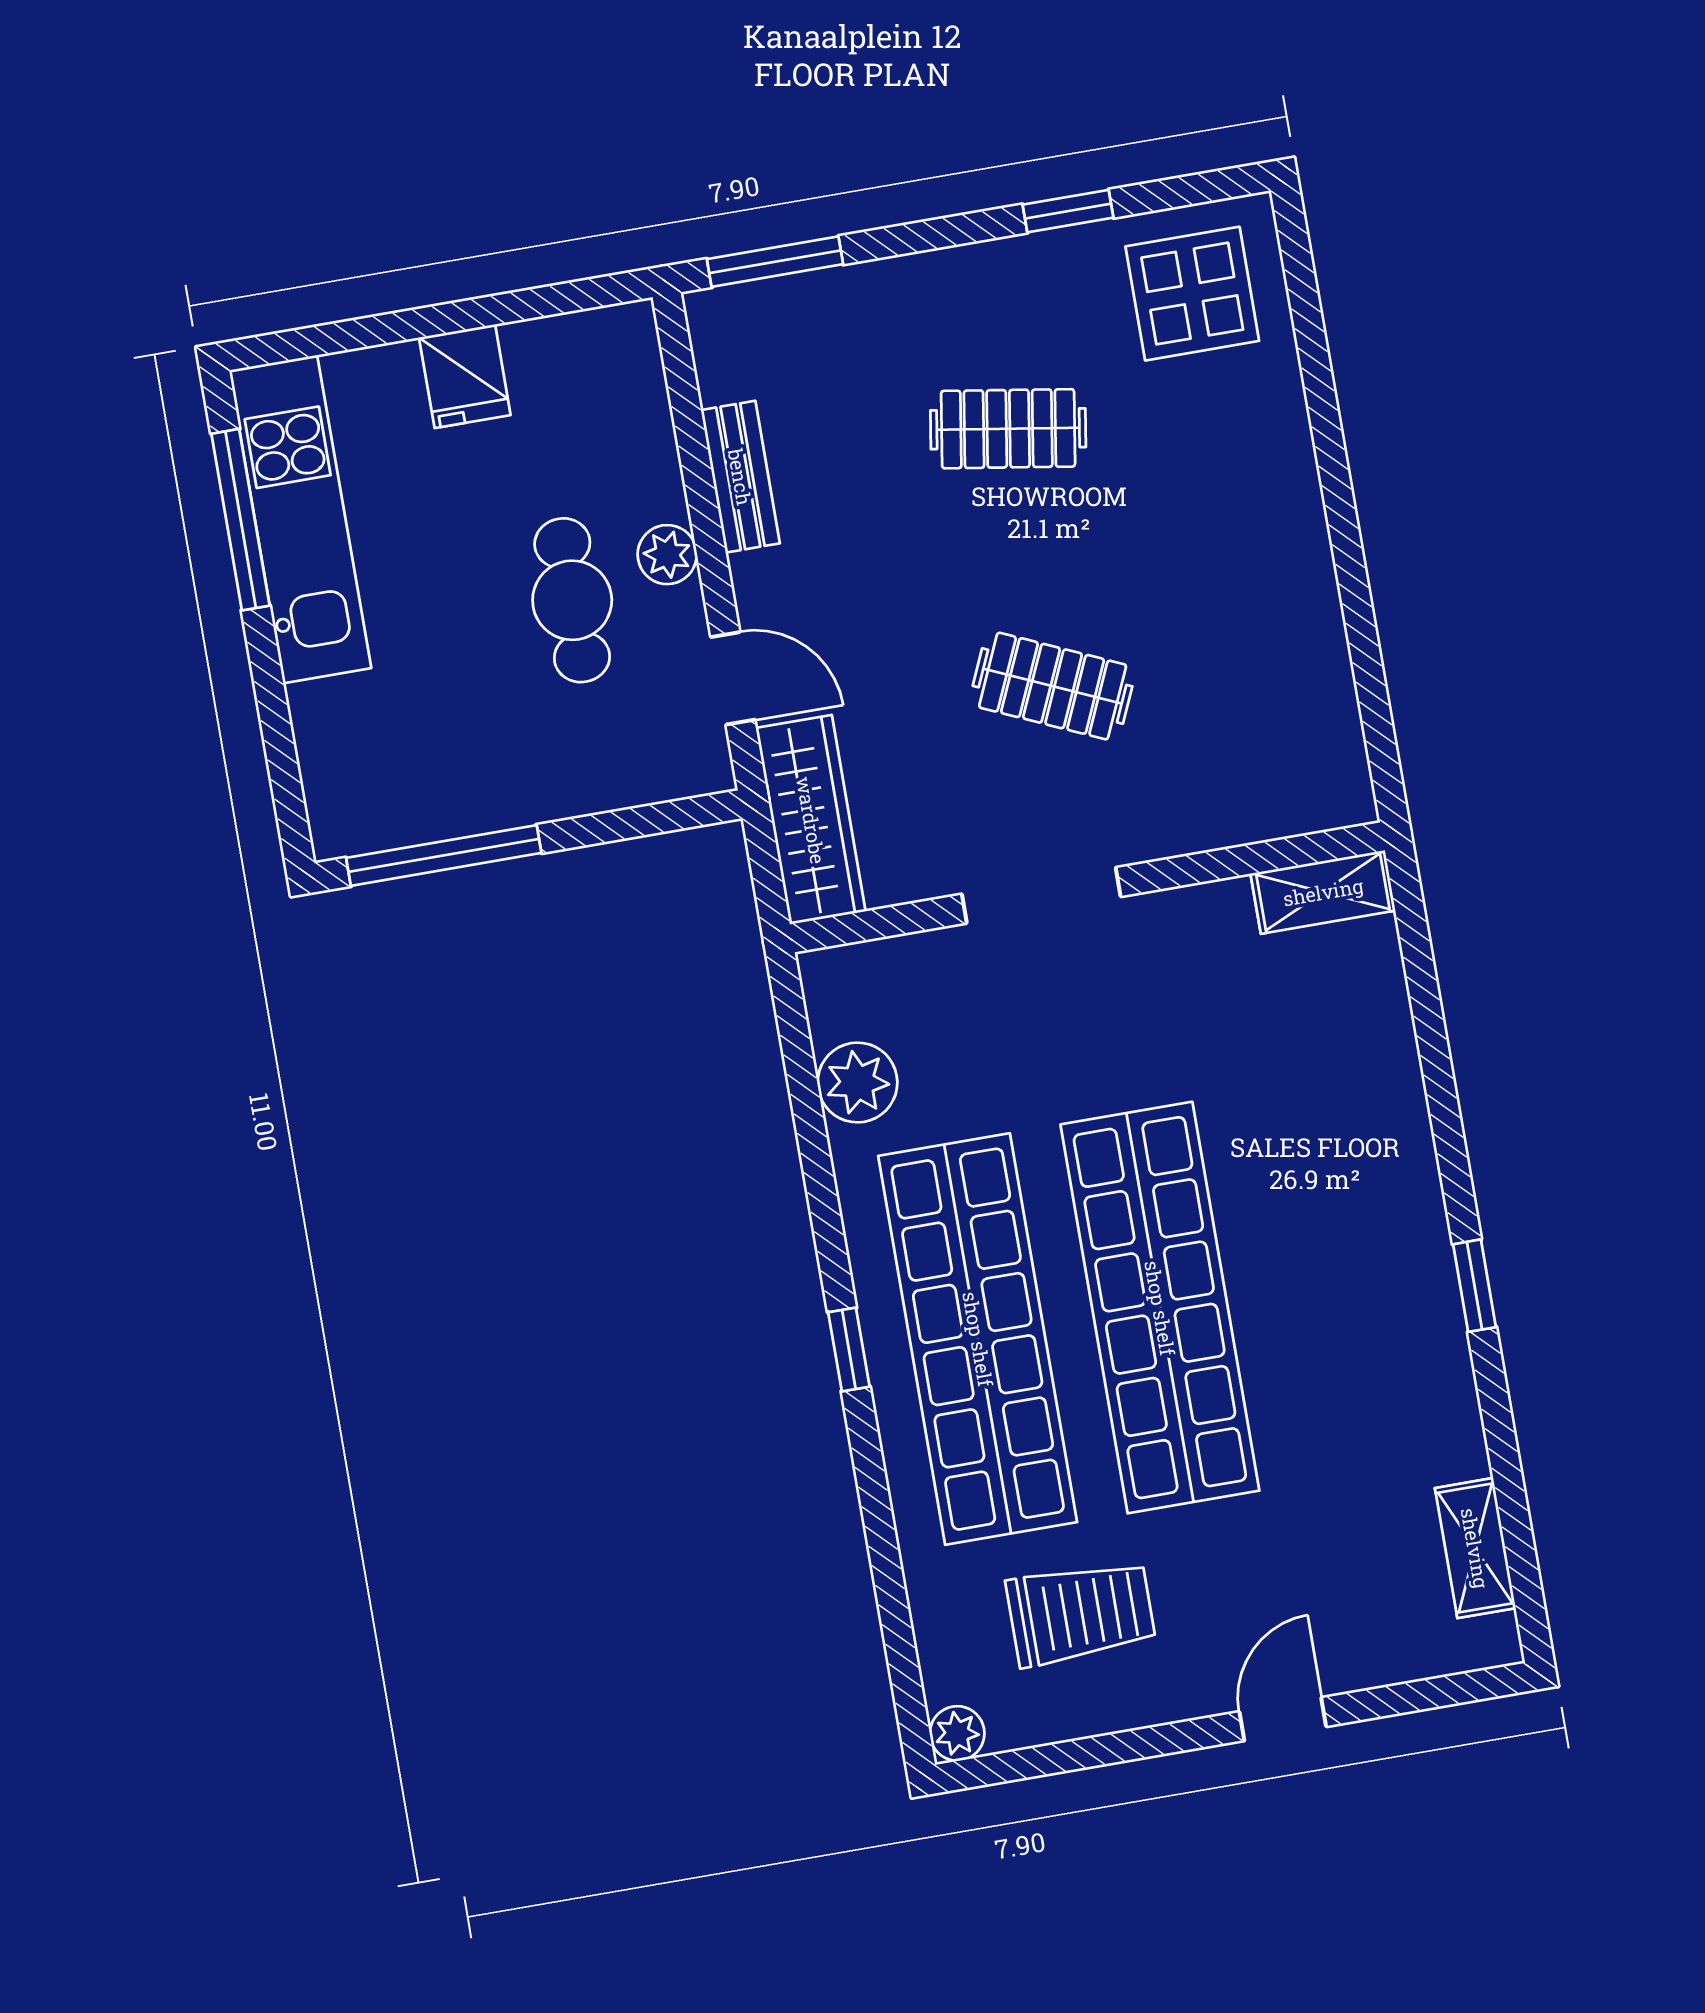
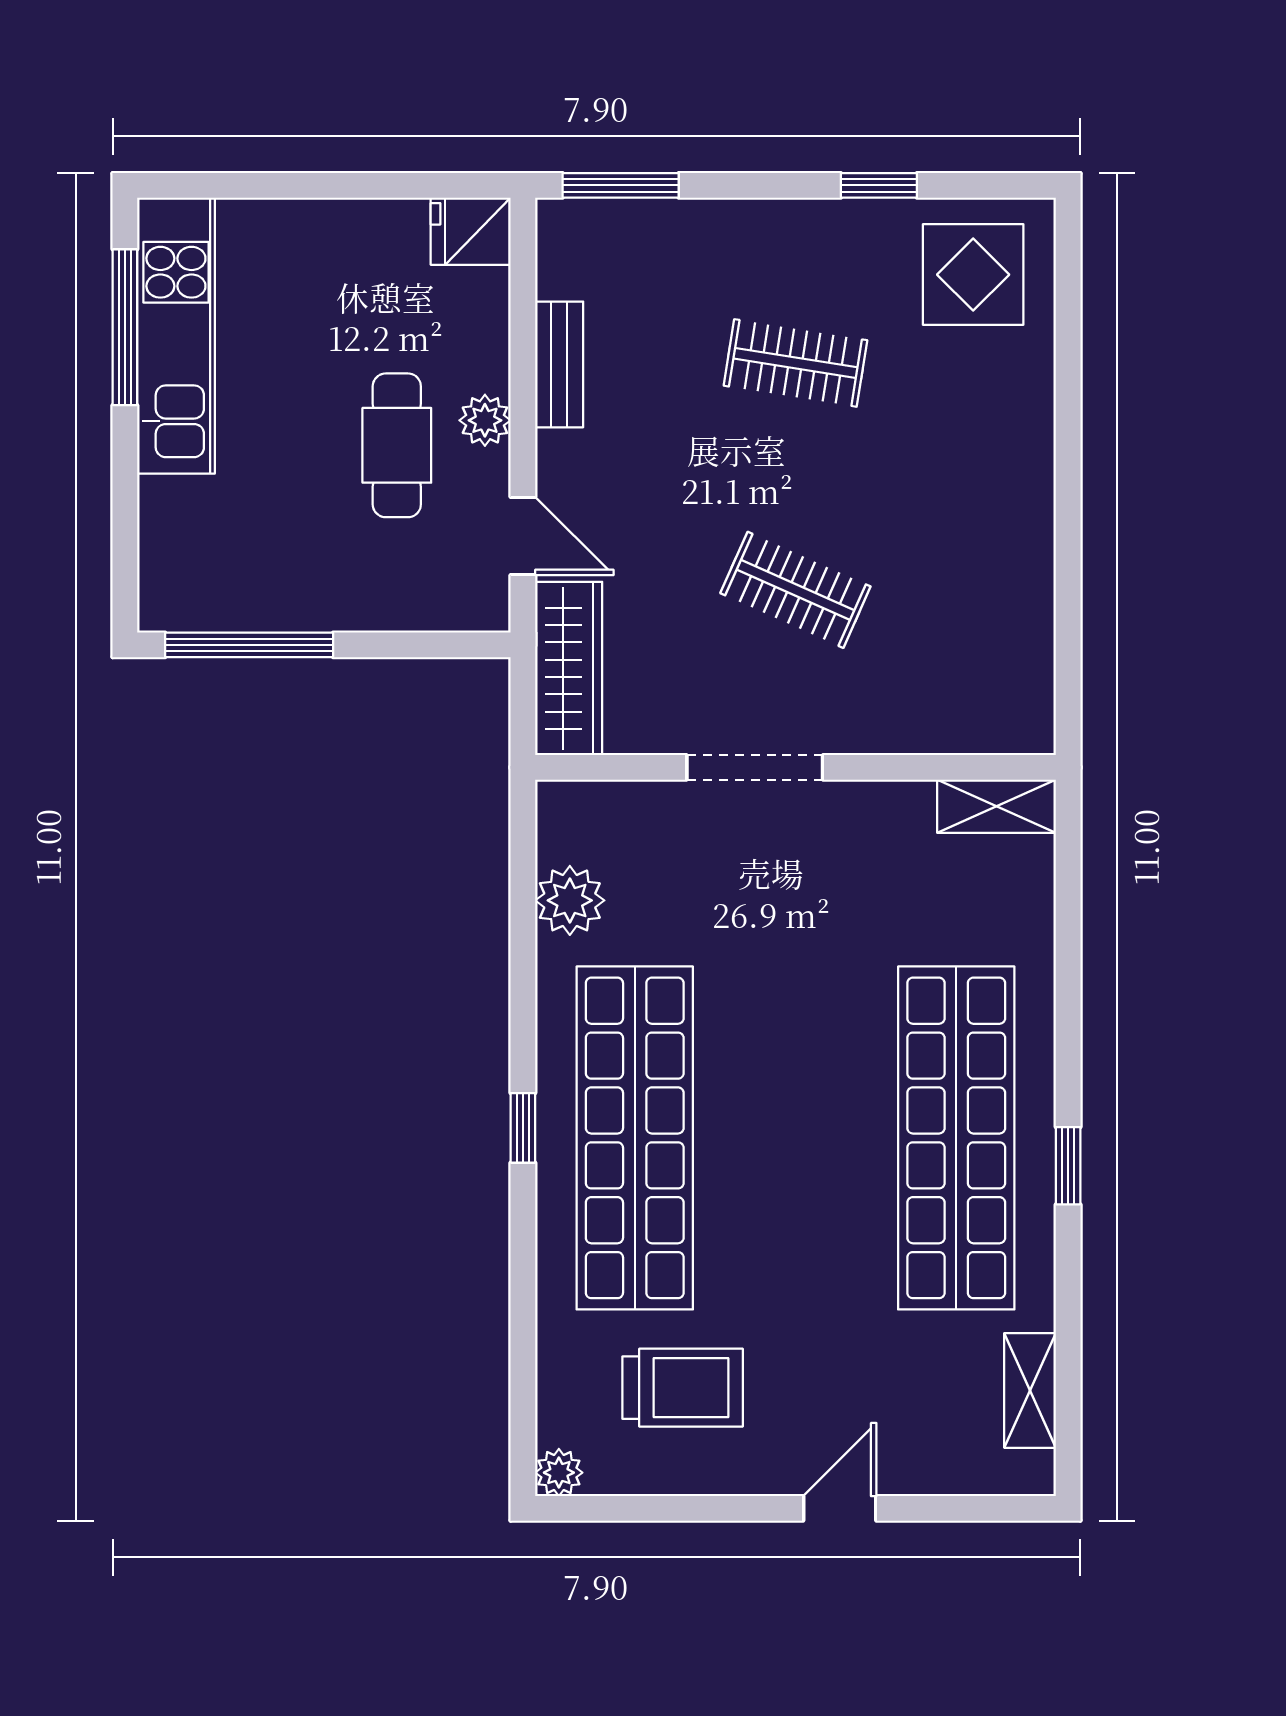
fridge: (465, 376) -> (471, 231), moved, turned 90
shop shelf: (1160, 1308) -> (956, 1138), moved

